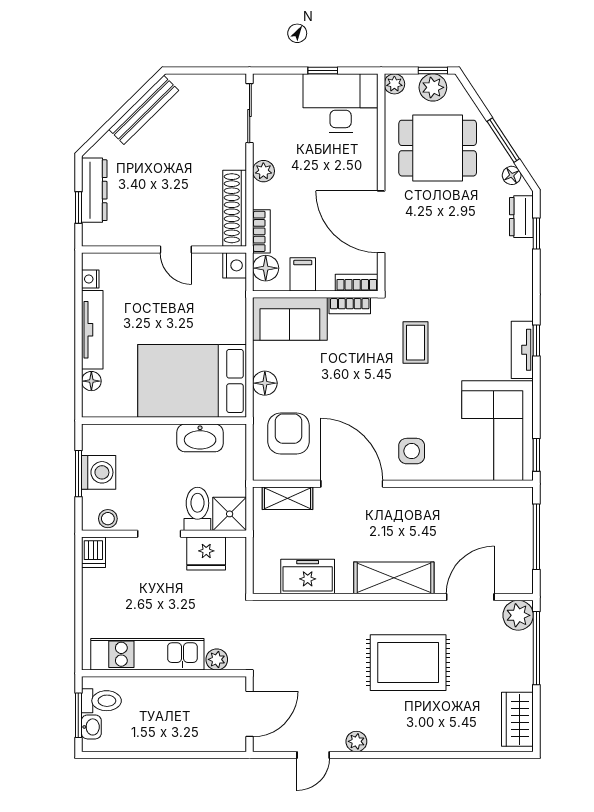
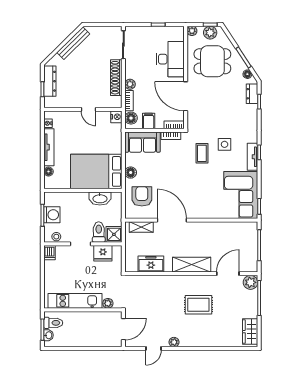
desk: (341, 103) -> (170, 59), moved, turned 90
plant: (263, 171) -> (130, 84), moved
shoe rack: (235, 208) -> (116, 78), moved
side table: (412, 451) -> (225, 144), moved
rug: (408, 663) -> (198, 305), width x0.73, depth x0.70

